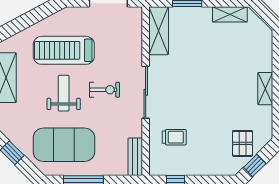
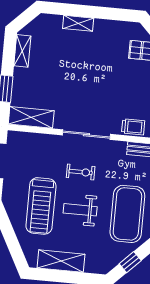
shelving: (265, 89) -> (78, 23), moved
exercise bike: (105, 90) -> (81, 172), turned 90
trolley: (174, 137) -> (133, 127), moved, turned 90

